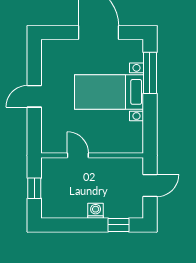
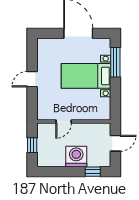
door: (78, 155) -> (64, 122), swing flipped
washing machine: (96, 211) -> (76, 156), width x1.89, depth x1.89

